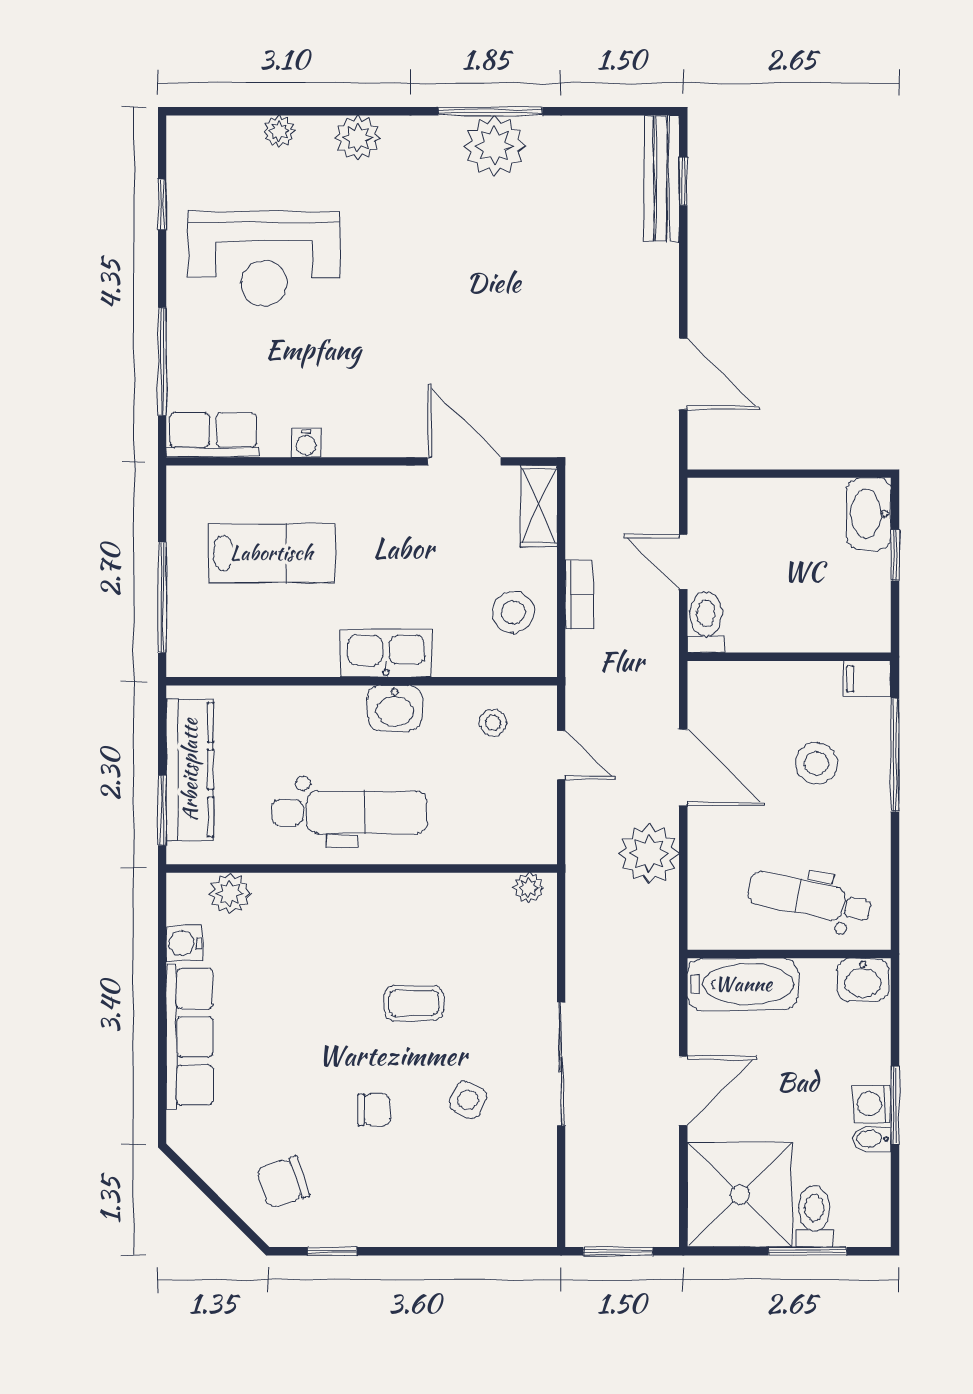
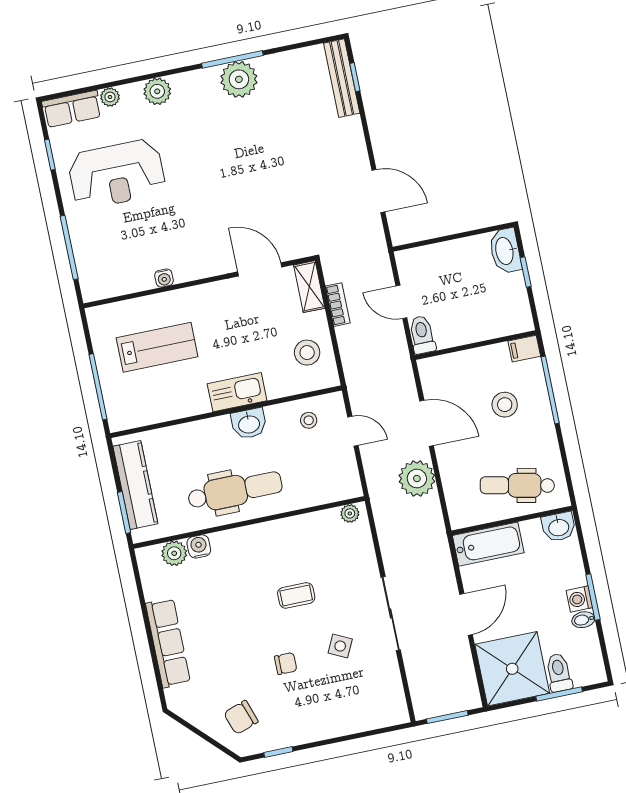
row of seats: (213, 435) -> (72, 109), moved, turned 180
bookcase: (579, 594) -> (338, 305), moved
water cooler: (184, 943) -> (199, 546), moved, turned 90

